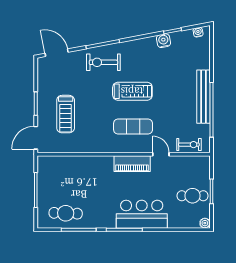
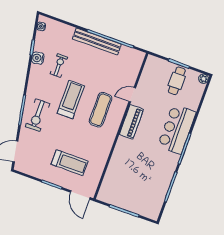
exercise bike: (189, 145) -> (59, 65), moved
cafe table: (66, 213) -> (153, 193), removed

